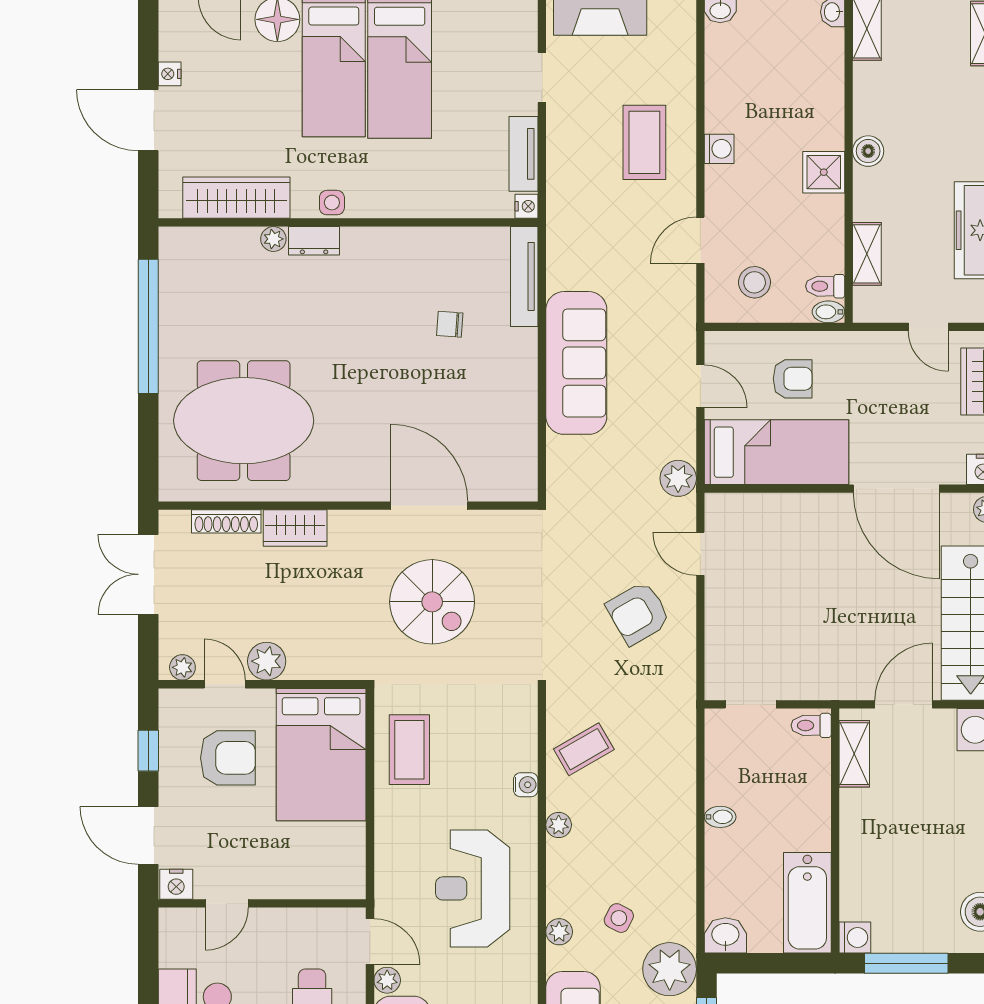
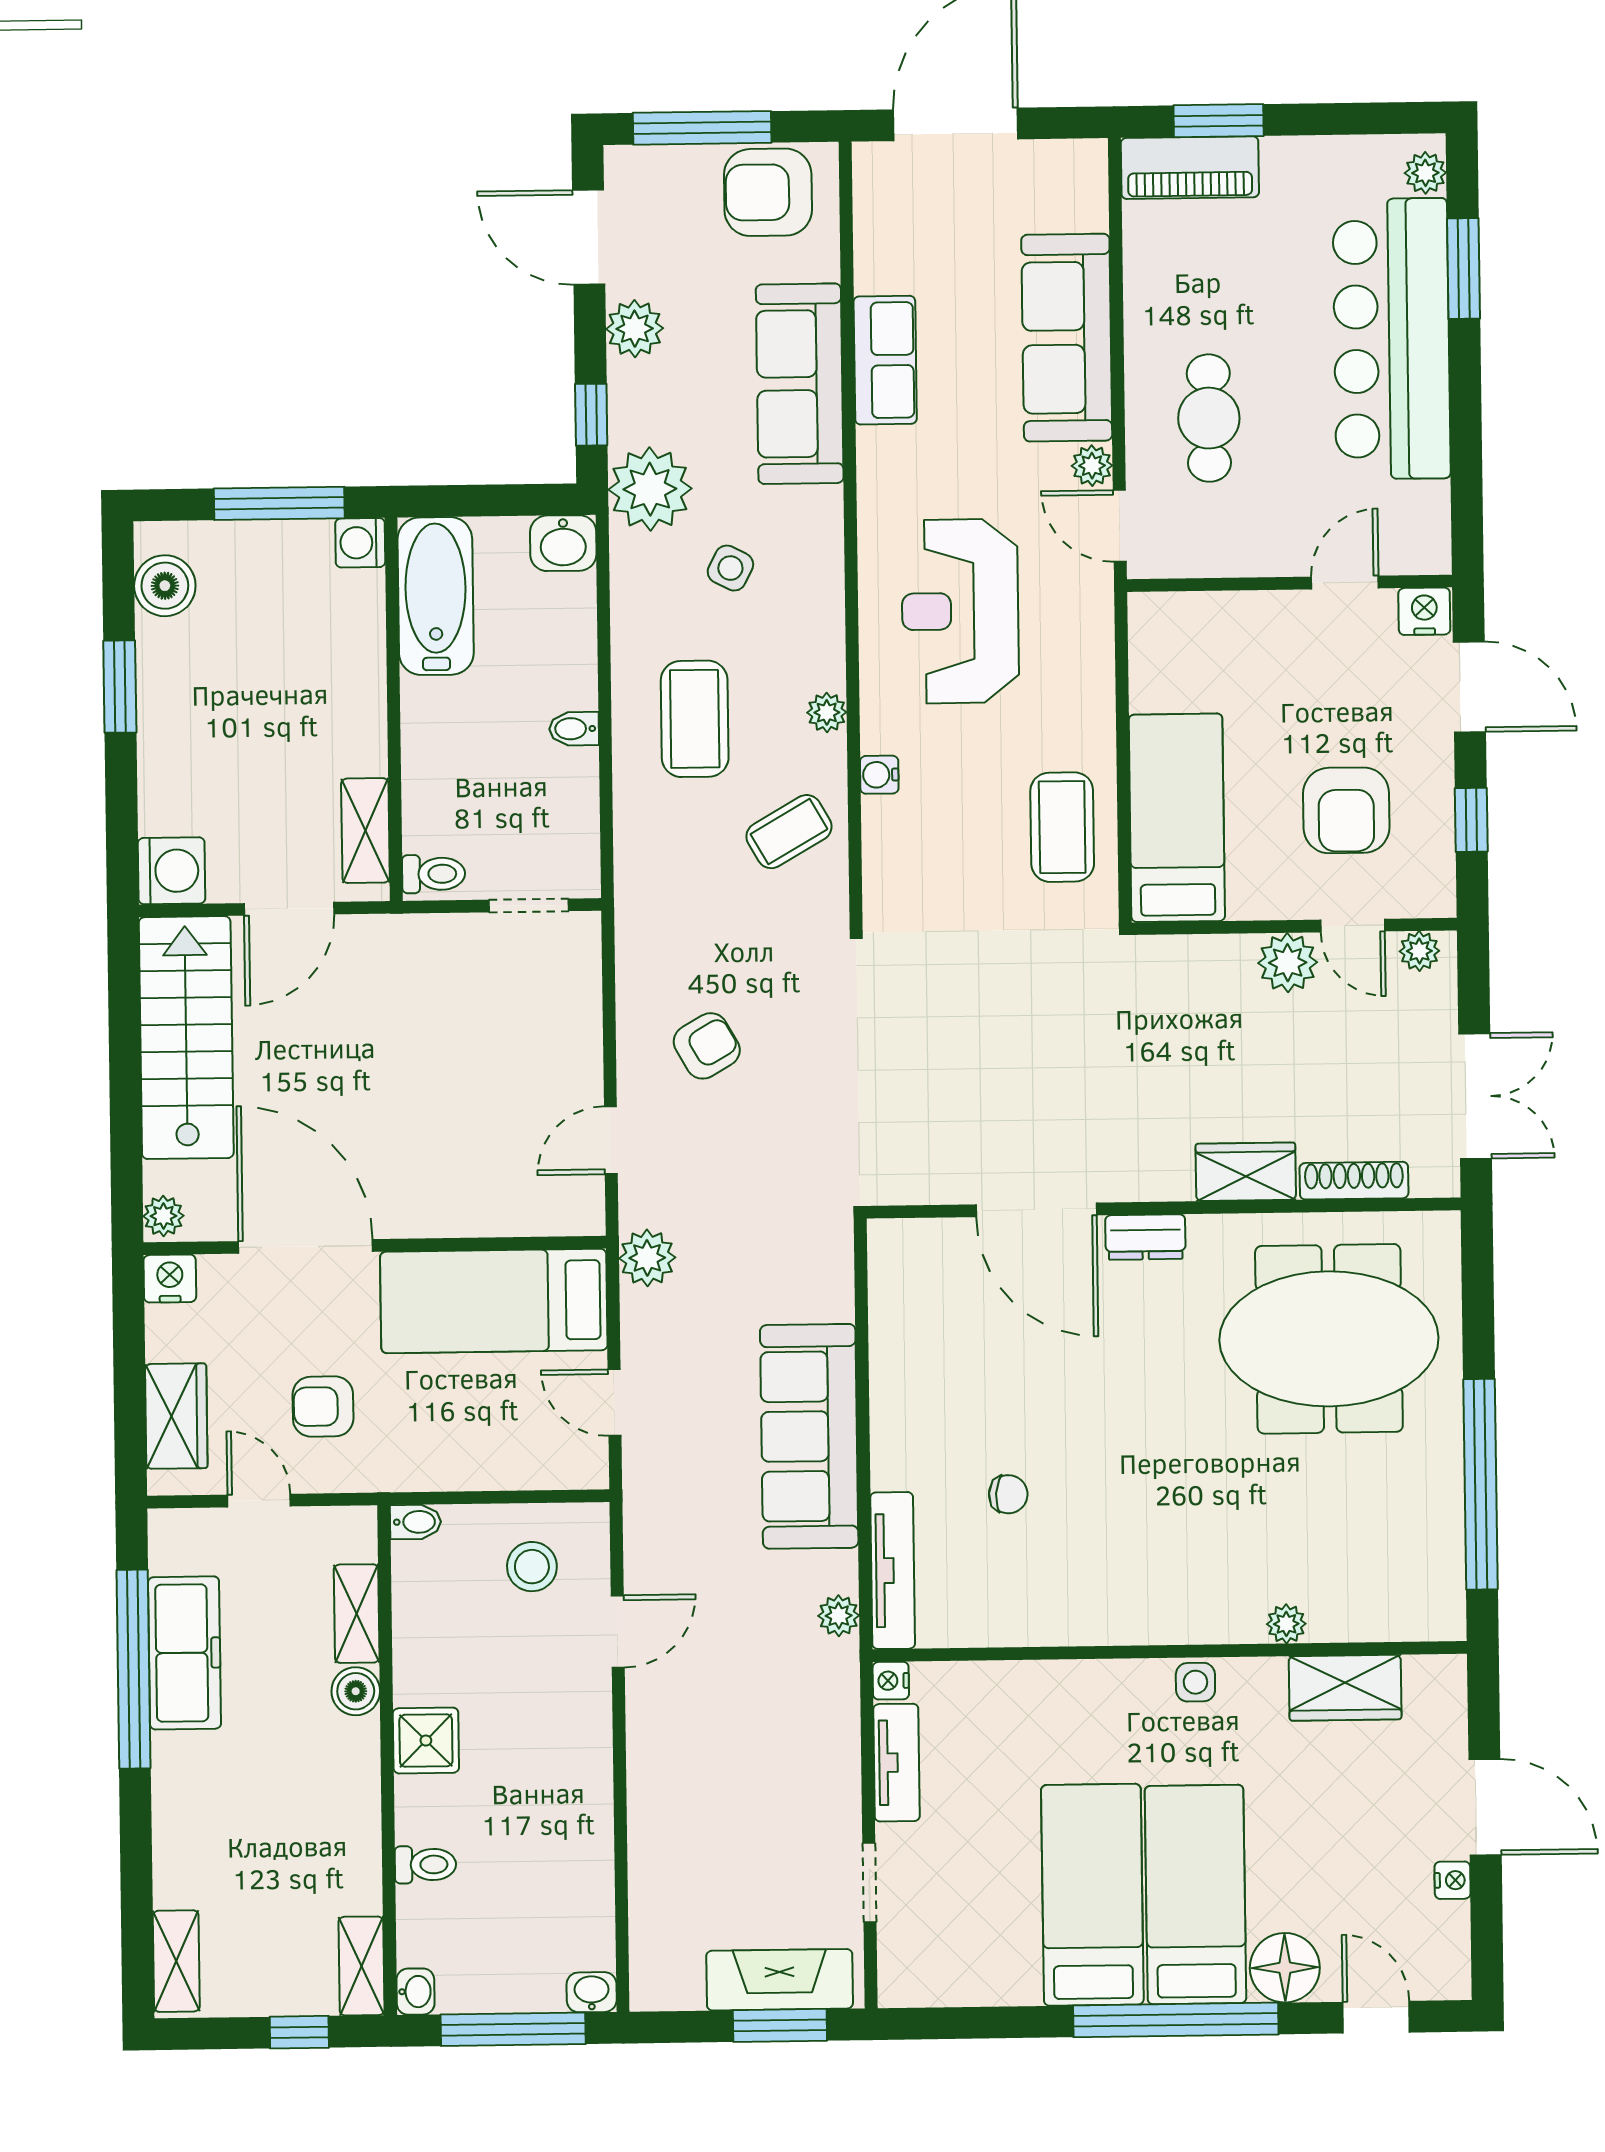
coffee table: (644, 142) -> (695, 719), moved
washing machine: (719, 149) -> (590, 1775), removed
boiler: (868, 151) -> (356, 1691), moved
wardrobe: (236, 198) -> (1345, 1688), width x0.67
dresser: (314, 241) -> (1145, 1237), moved, turned 180
toilet: (825, 286) -> (425, 1865), moved
armchair: (793, 379) -> (323, 1406), moved
door: (700, 554) -> (611, 1140), swing flipped
spiral stairs: (432, 602) -> (1030, 1059), removed
armchair: (638, 613) -> (707, 1046), width x0.72, depth x0.72
bed: (321, 755) -> (1177, 818), width x0.67
armchair: (228, 758) -> (1346, 810), turned -90
reception desk: (473, 888) -> (960, 611), turned 180
plant: (559, 932) -> (839, 1616), moved

